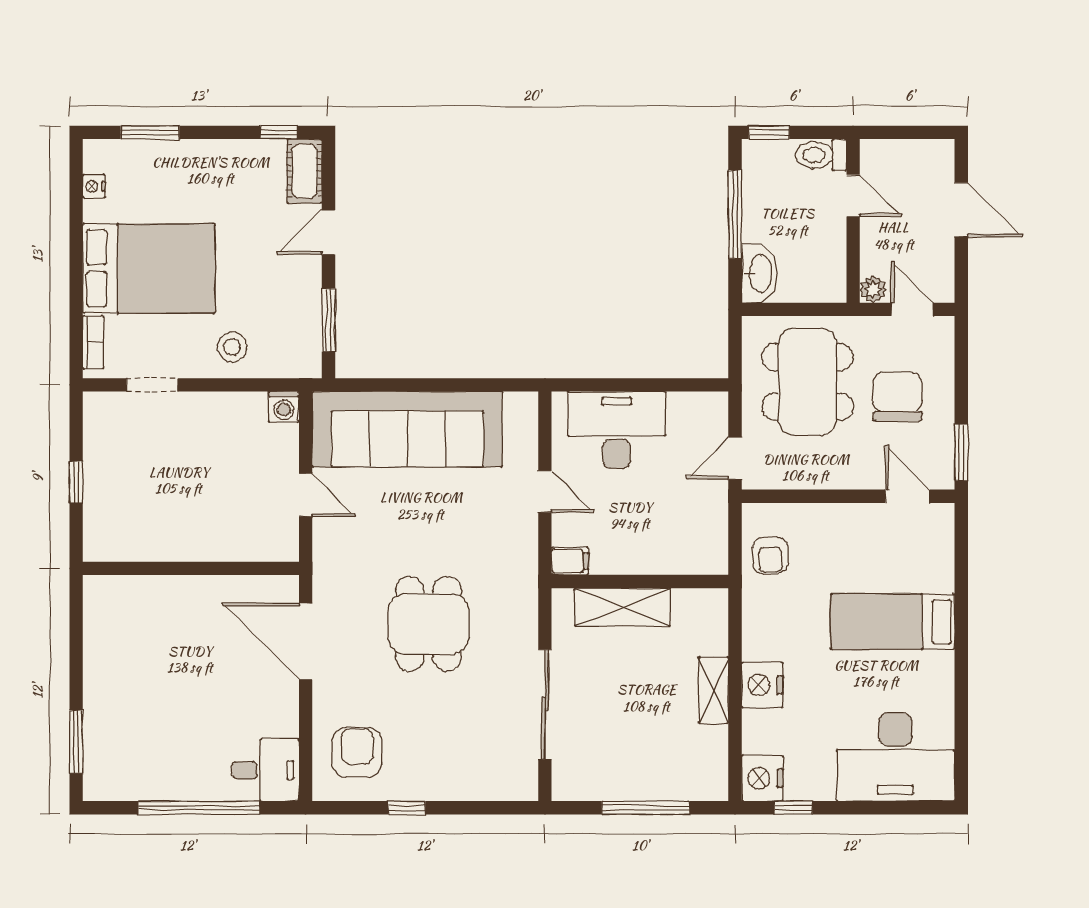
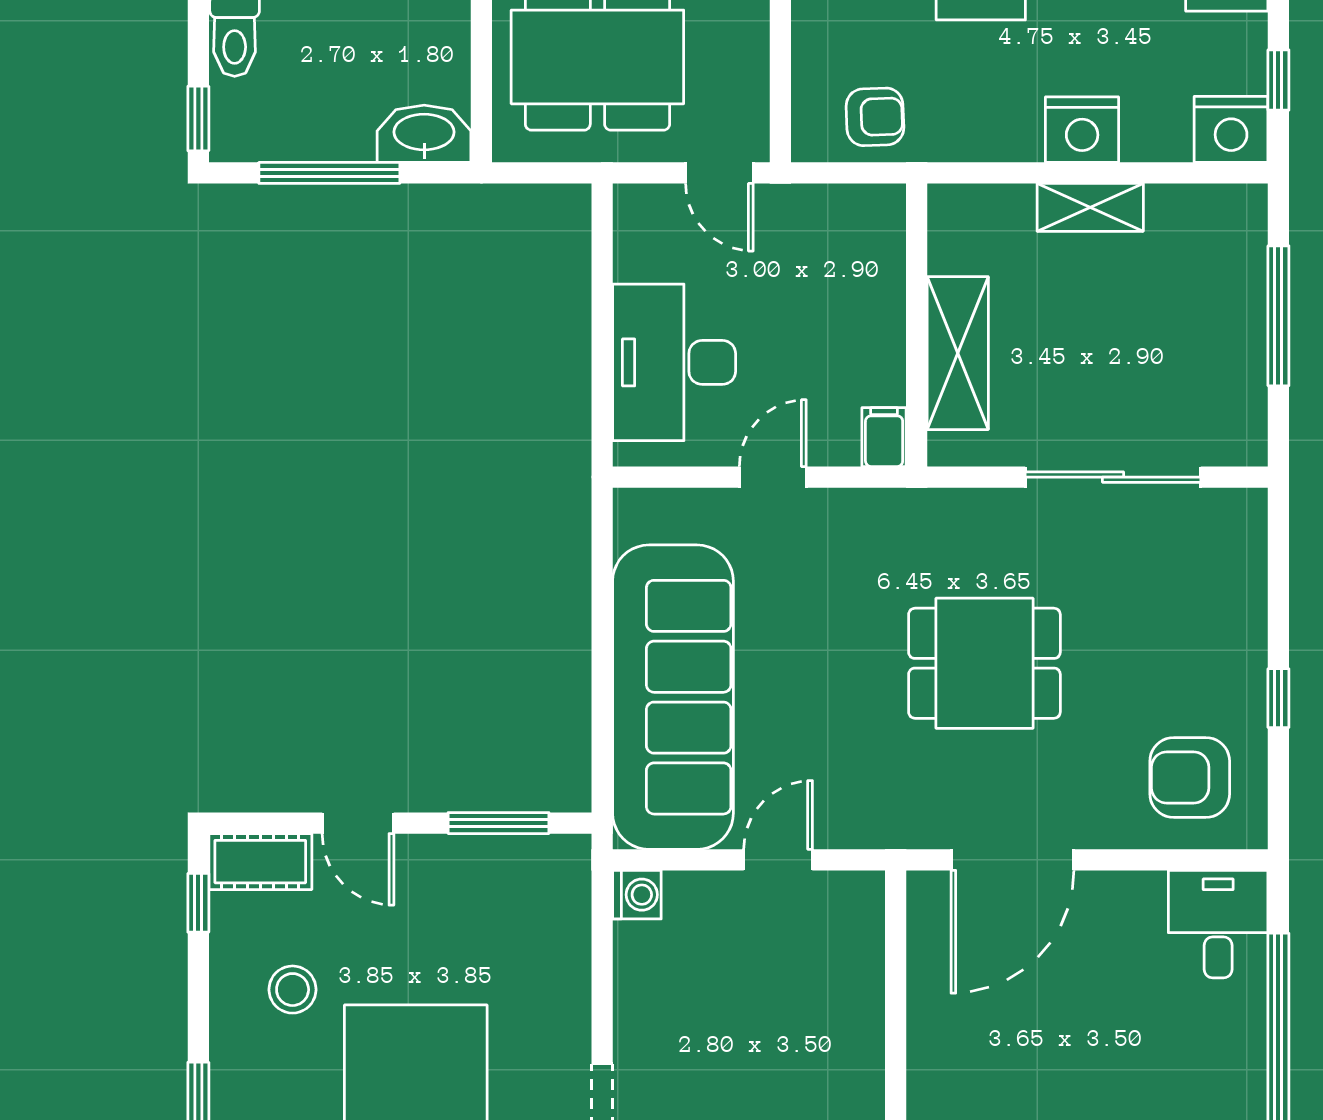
stool: (232, 347) -> (293, 990), moved

